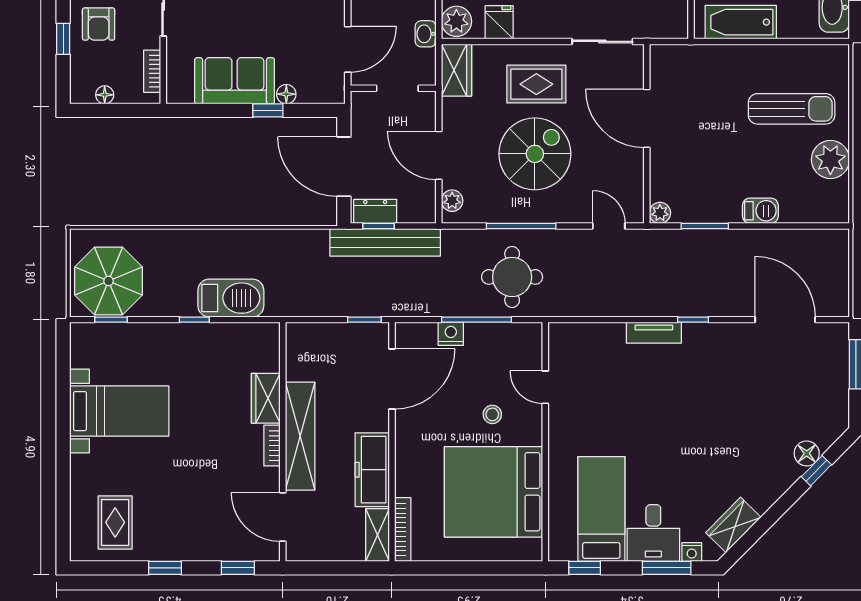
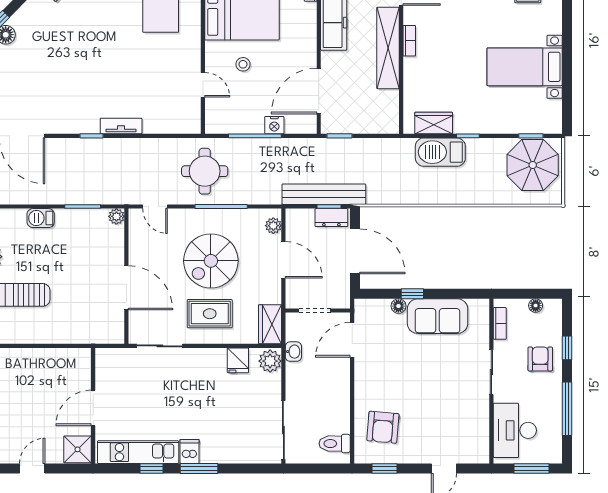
bathtub: (741, 22) -> (55, 360), removed
round table: (512, 277) -> (205, 171), moved
wardrobe: (266, 398) -> (434, 123), moved, turned -90

